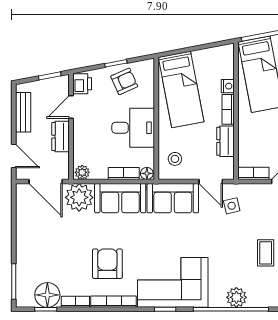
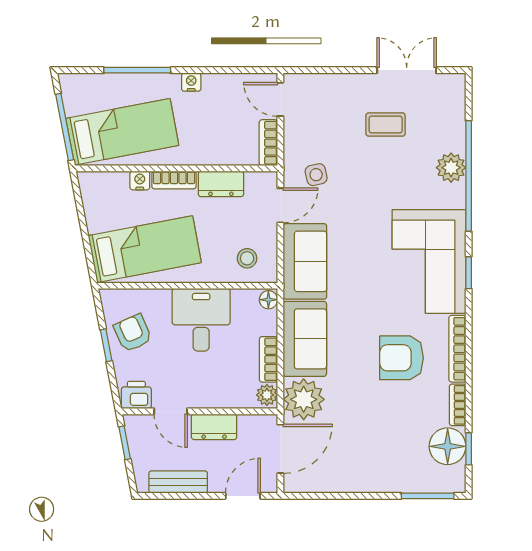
bookcase: (124, 173) -> (268, 359), moved

